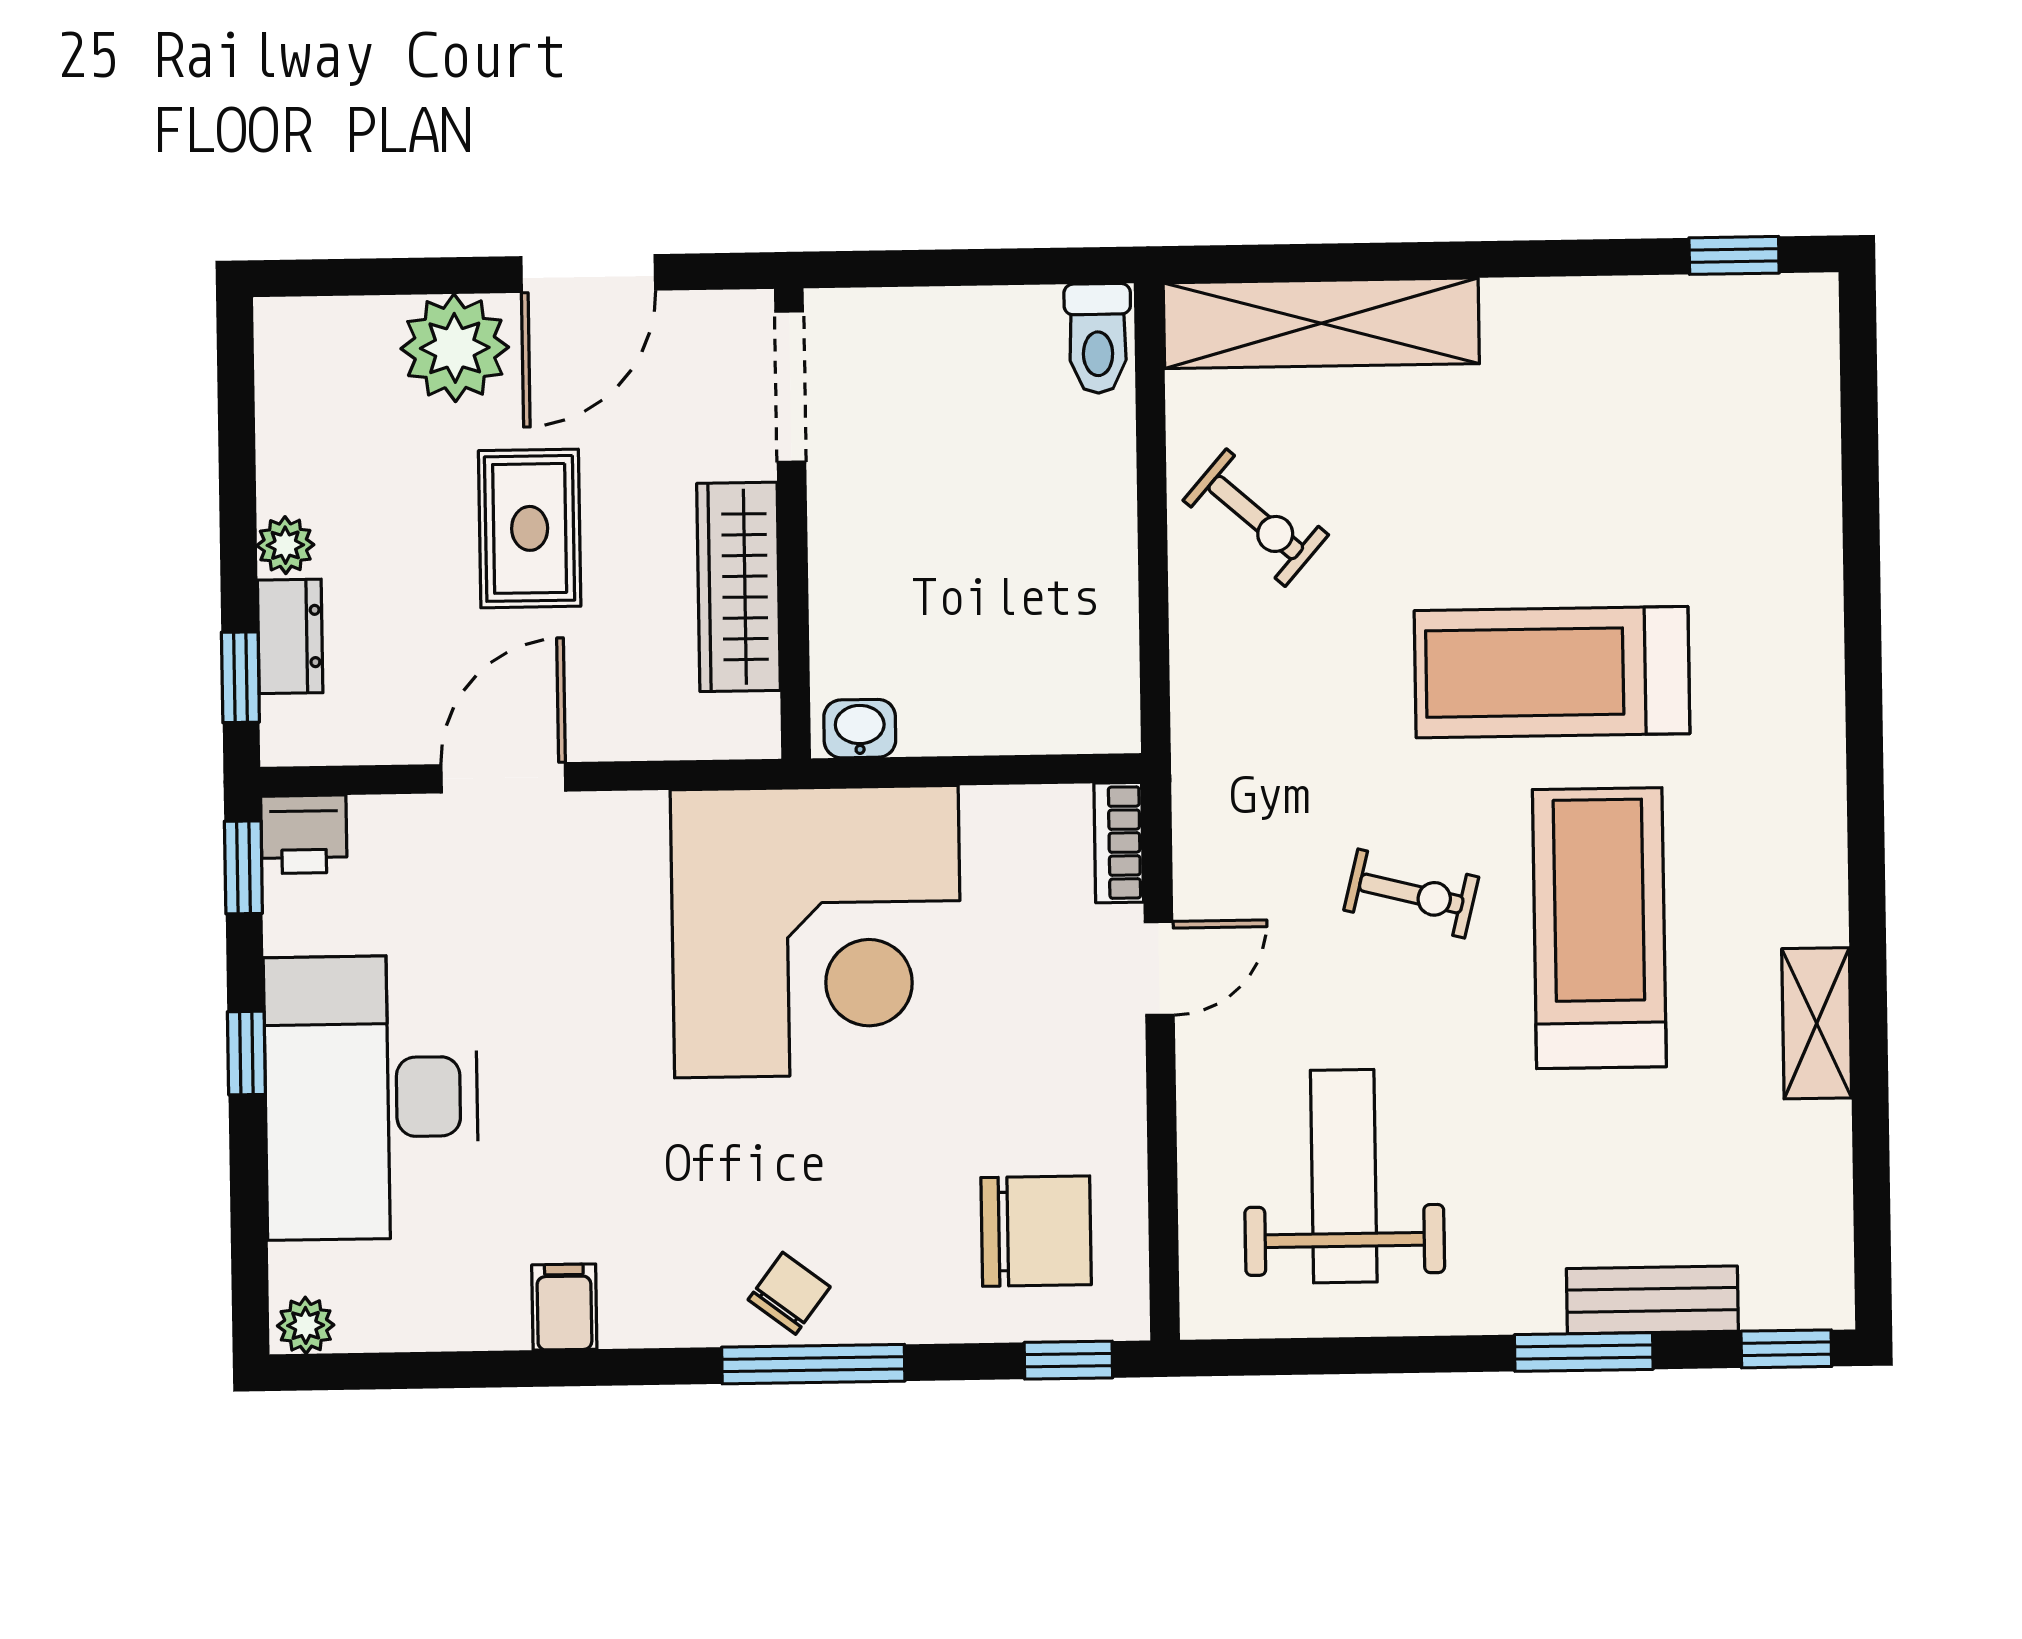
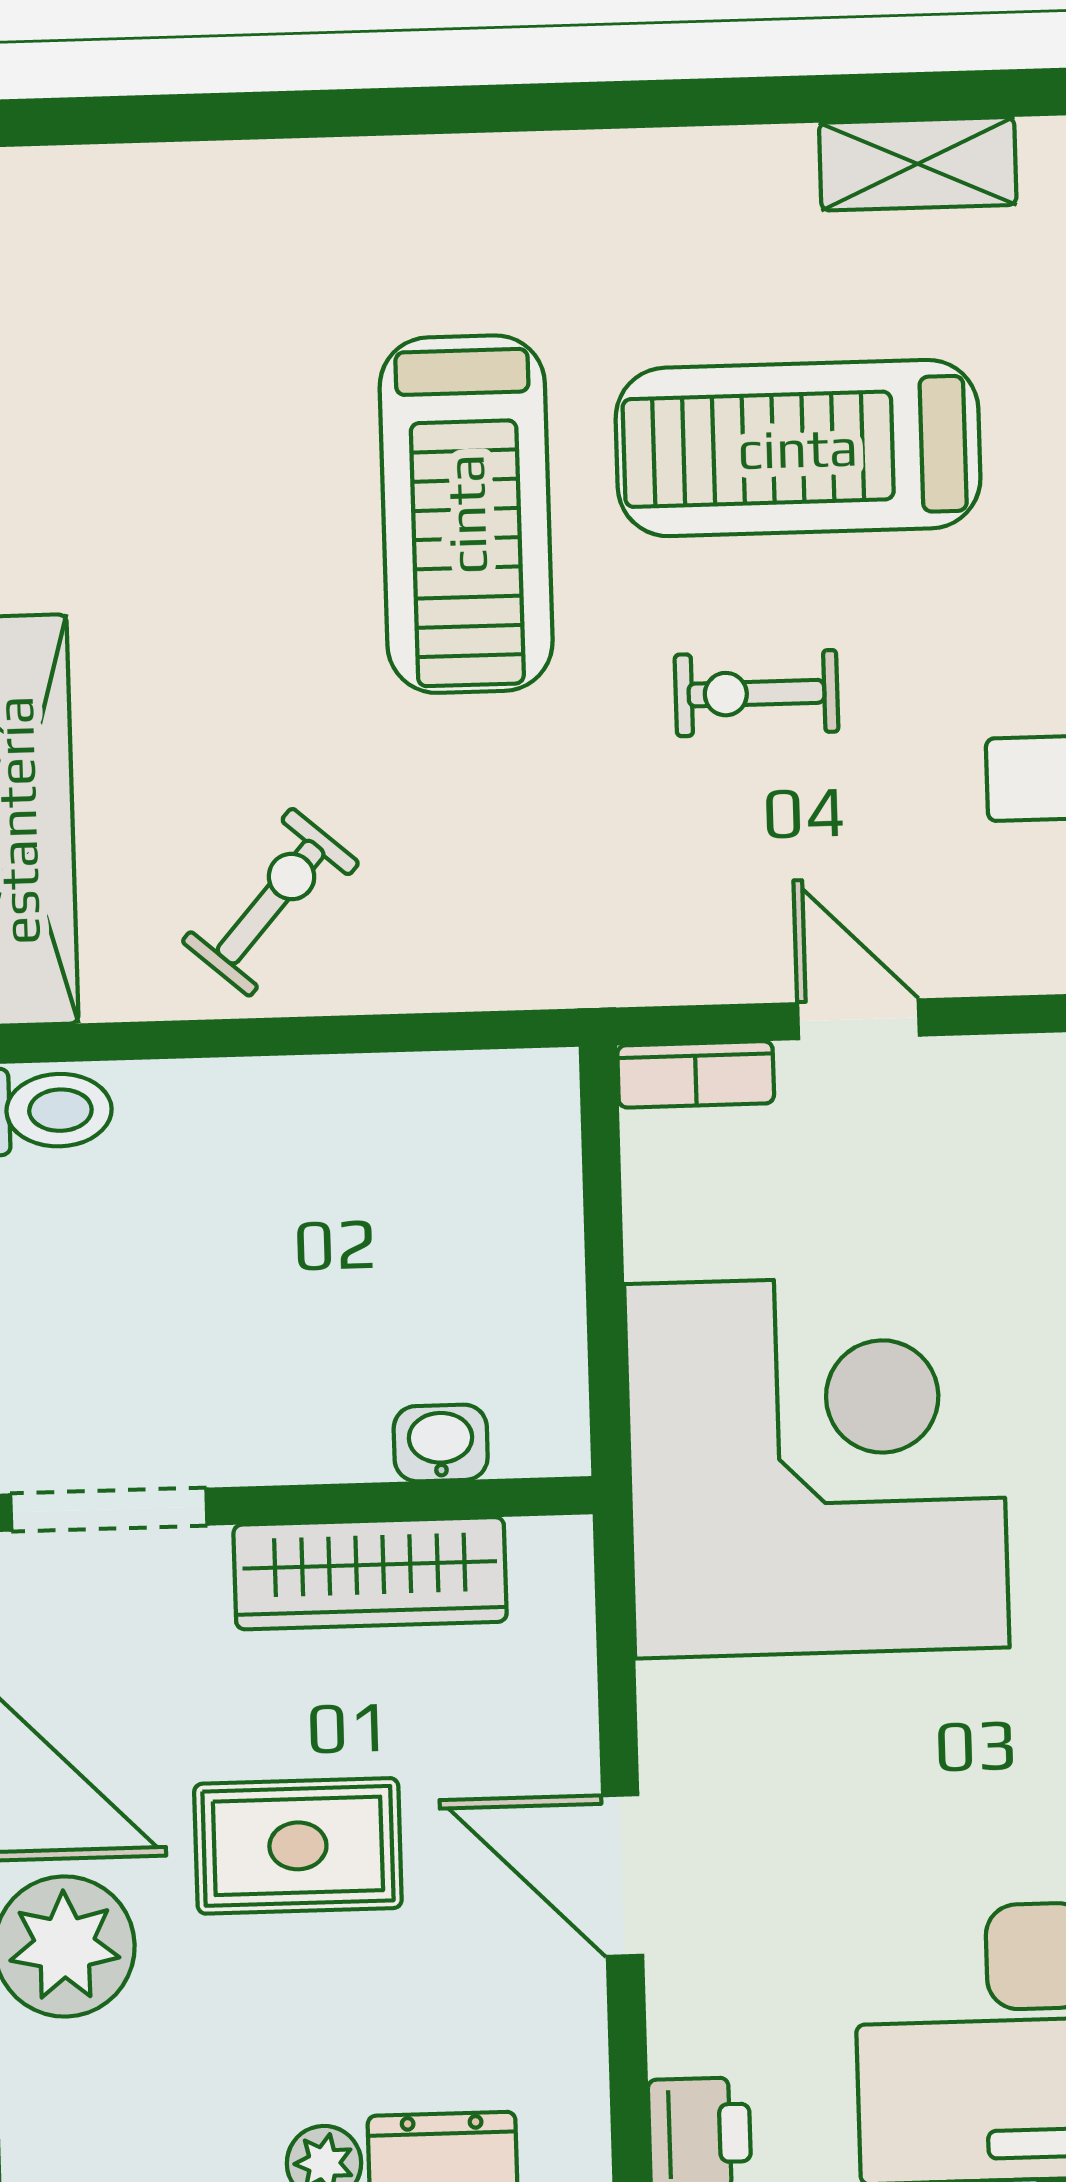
washbasin: (860, 729) -> (441, 1443), moved, turned 90
exercise bike: (1411, 894) -> (756, 693), turned -104

